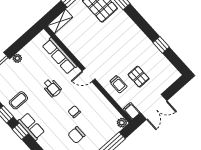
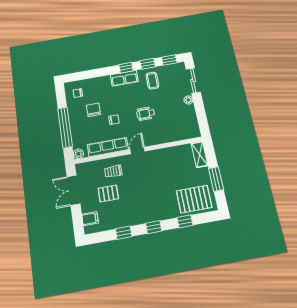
window: (142, 24) -> (154, 227), added
row of seats: (60, 56) -> (108, 147), moved
filing cabinet: (131, 111) -> (90, 219), moved

